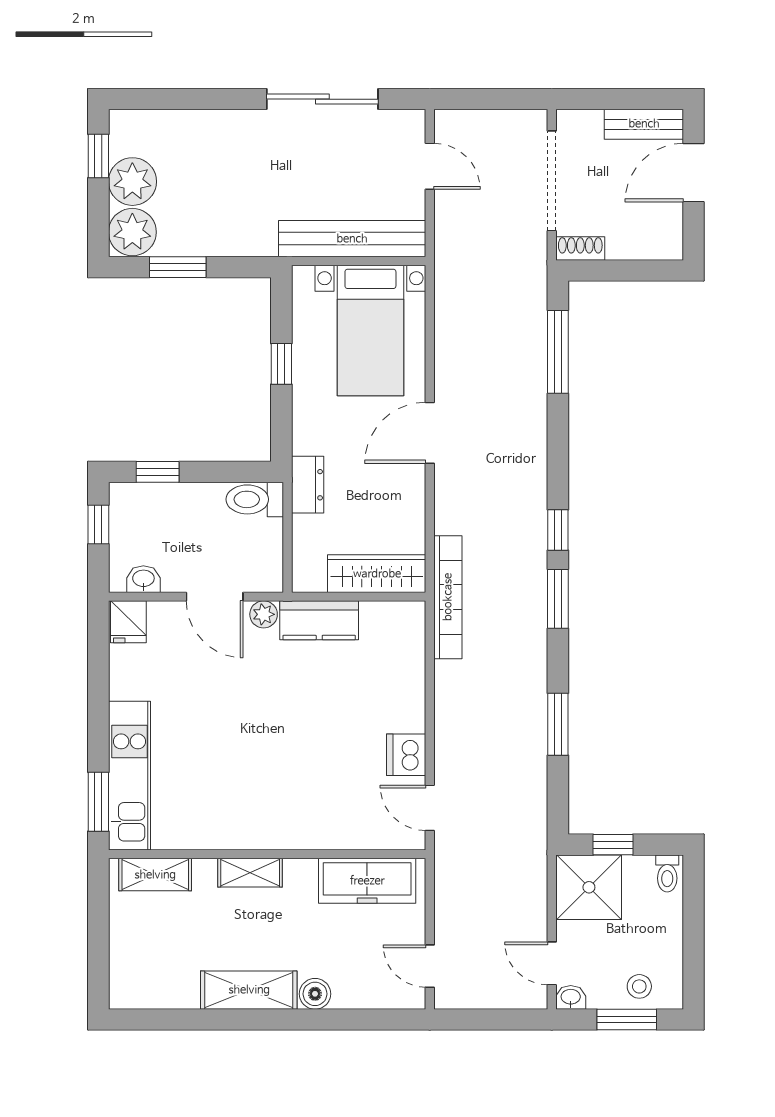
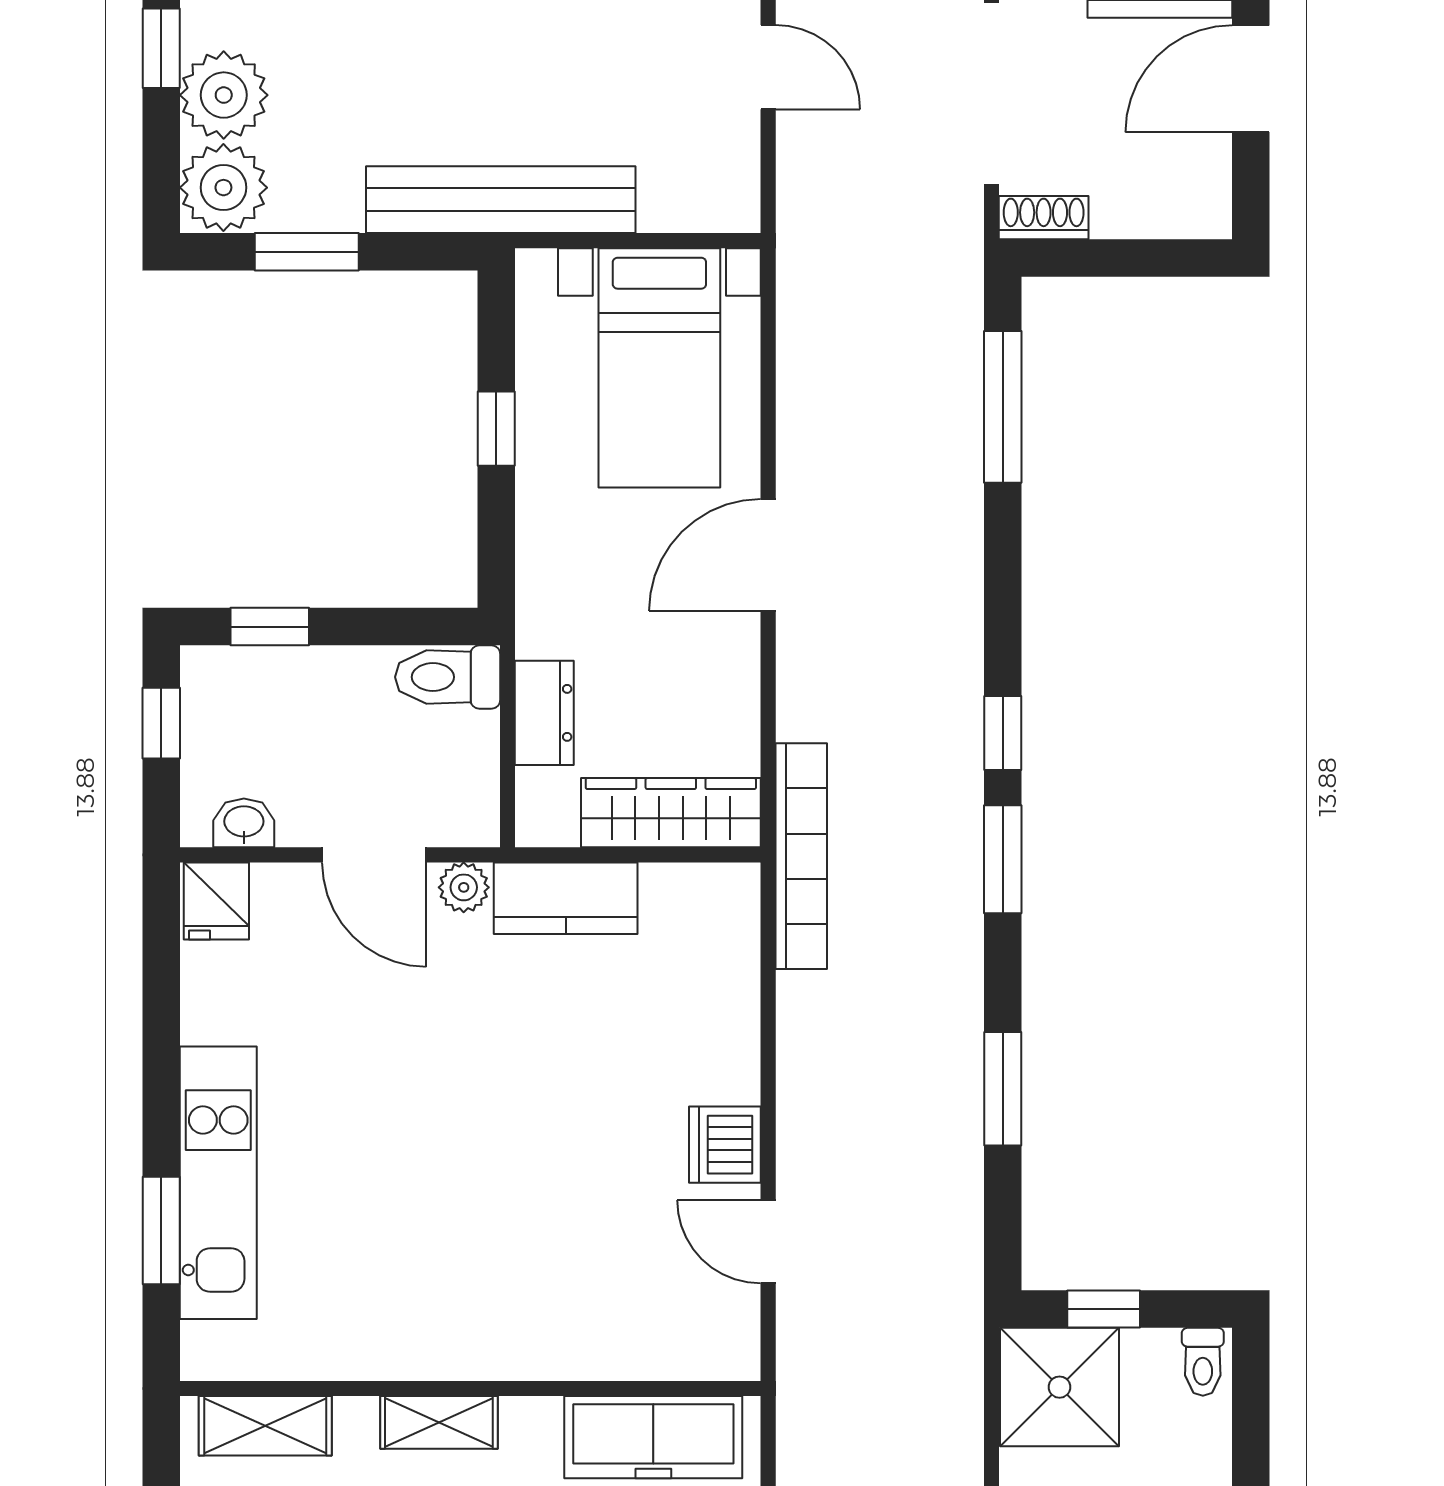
bench: (352, 239) -> (501, 200), moved
dresser: (308, 485) -> (544, 713), moved
wall: (267, 854) -> (470, 1389), moved
shelving: (250, 873) -> (439, 1422), moved
shelving: (155, 875) -> (265, 1426), moved
freezer: (367, 881) -> (653, 1437), moved

